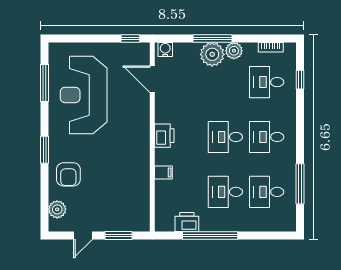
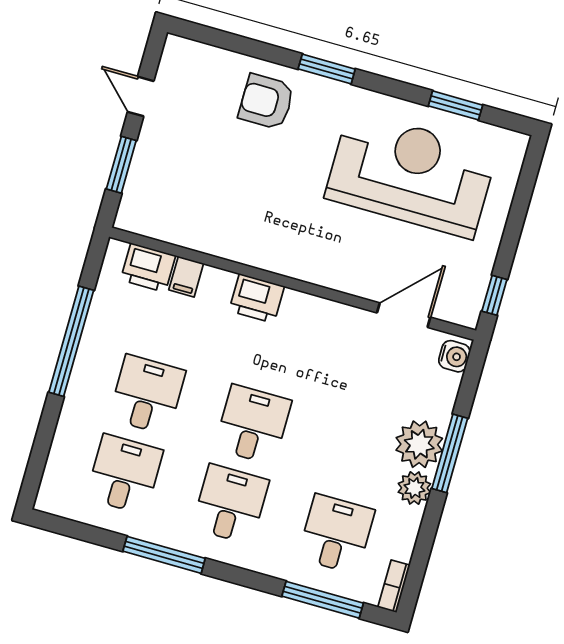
bookcase: (271, 47) -> (394, 586), moved
window: (300, 80) -> (323, 600), width x2.17
window: (45, 83) -> (456, 105), width x0.69
printer: (164, 136) -> (257, 298), moved
filing cabinet: (163, 172) -> (186, 277), moved
window: (300, 184) -> (164, 555), moved
plant: (57, 209) -> (205, 61), removed
printer: (187, 222) -> (148, 268), moved, turned 90

